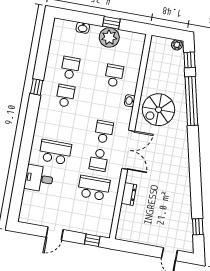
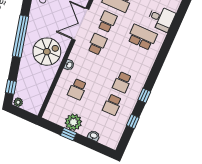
window: (42, 54) -> (133, 122), added
window: (191, 101) -> (21, 36), moved
school desk: (104, 132) -> (97, 44), turned 180
school desk: (55, 152) -> (142, 37), turned 180

